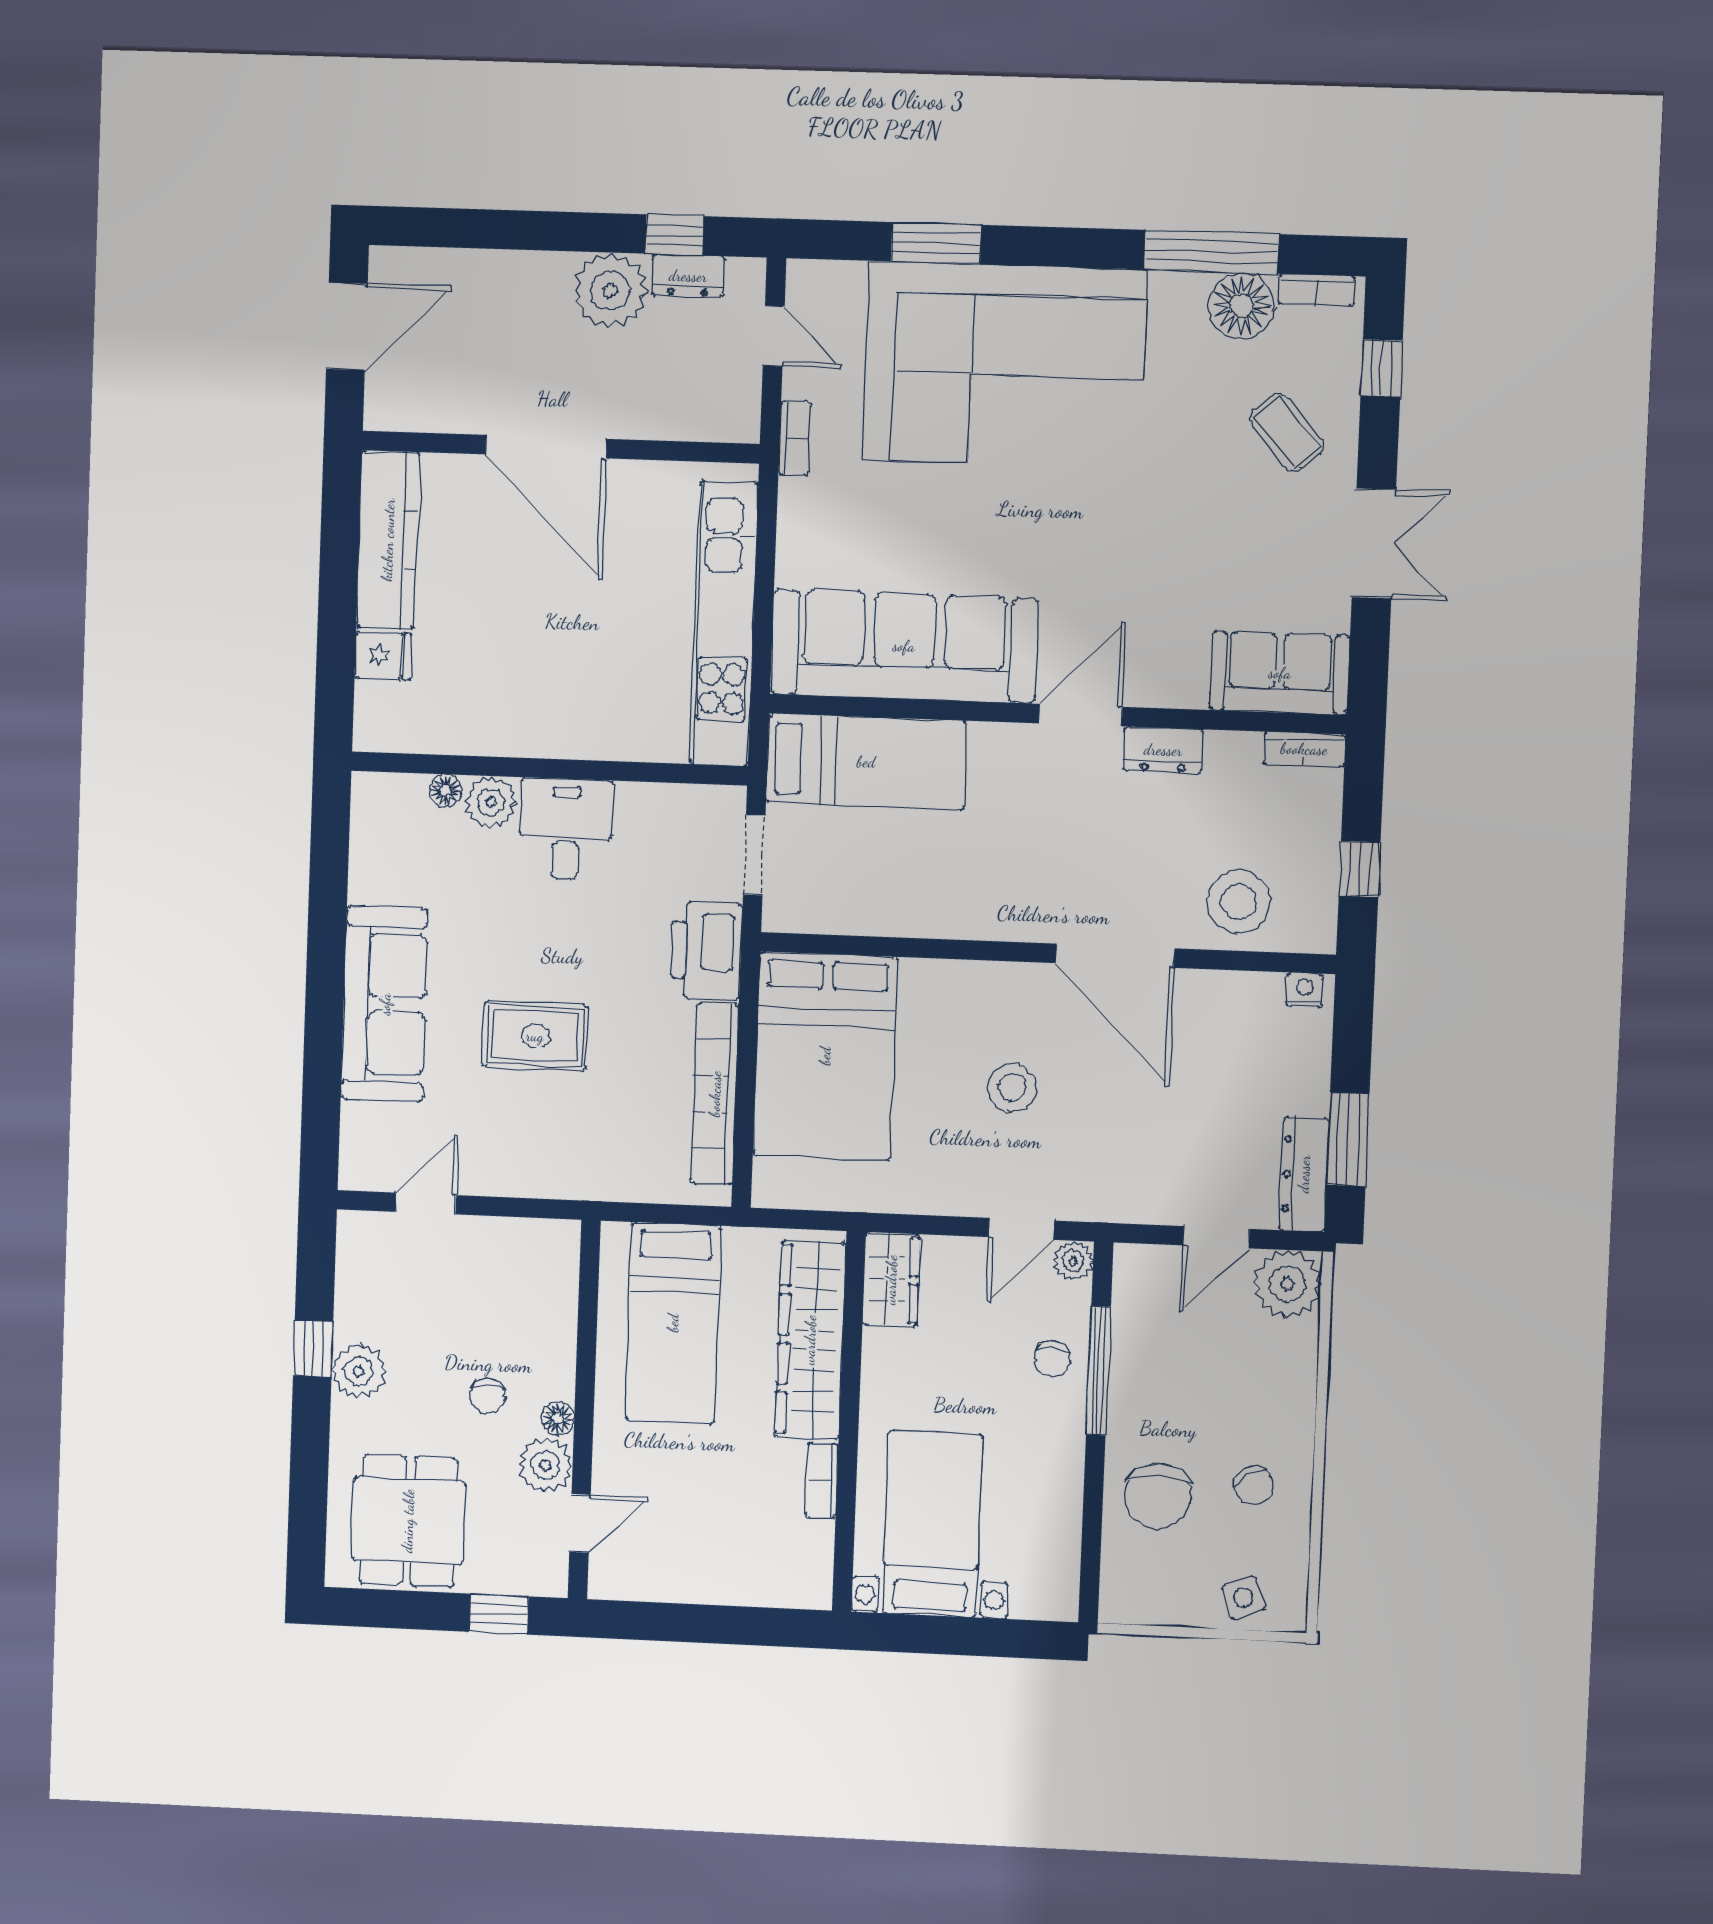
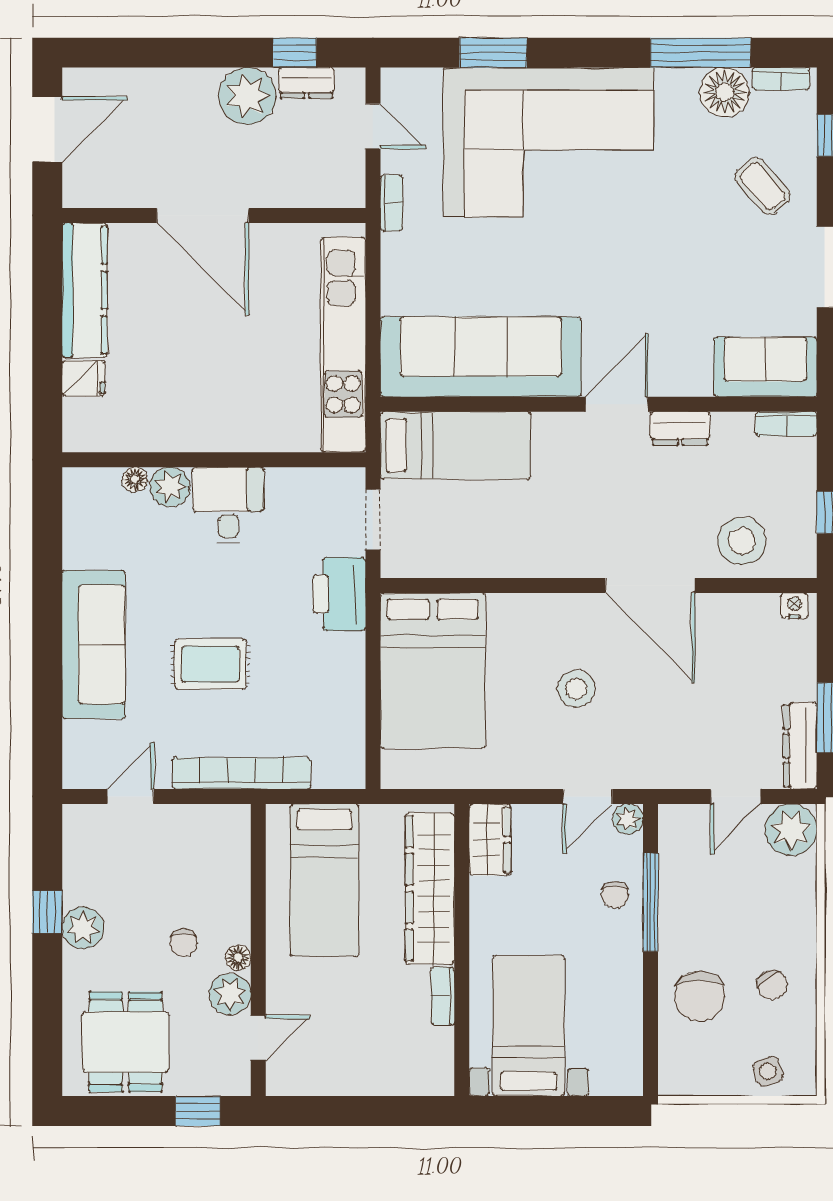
bookcase: (715, 1094) -> (241, 773), moved, turned 90

